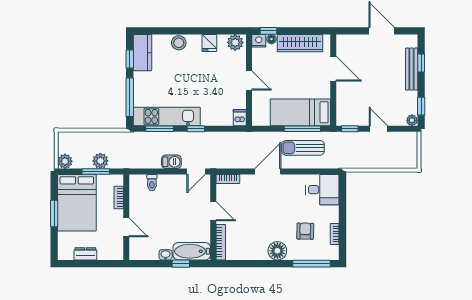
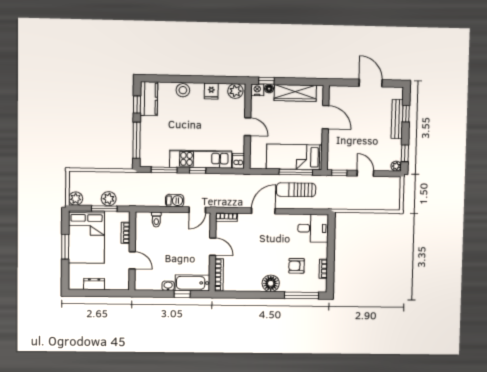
kitchen unit: (167, 116) -> (201, 159), moved
armchair: (305, 231) -> (296, 266), turned -91

